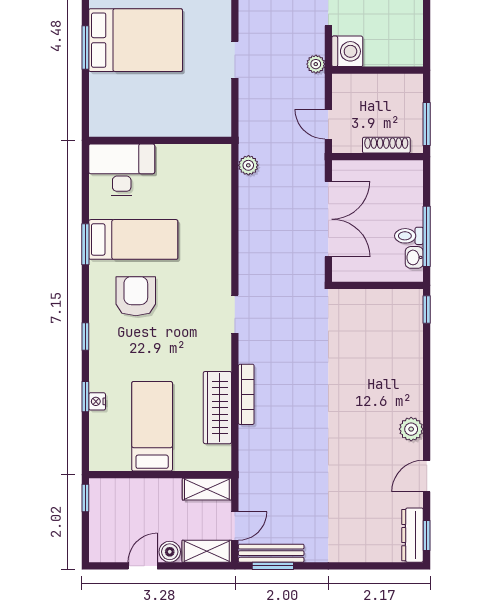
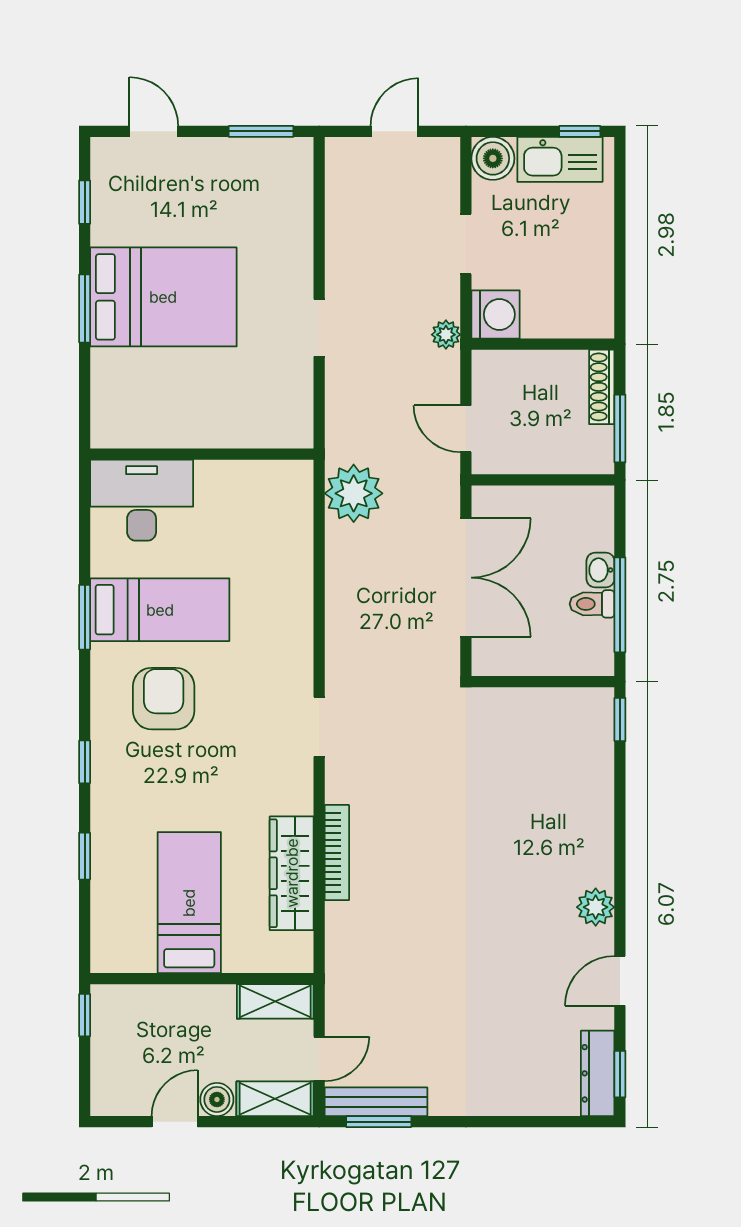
shoe rack: (386, 145) -> (602, 387), moved, turned -90
plant: (248, 165) -> (354, 493), width x1.88, depth x1.88
washbasin: (414, 257) -> (600, 570), moved
nightstand: (97, 401) -> (103, 864), removed

